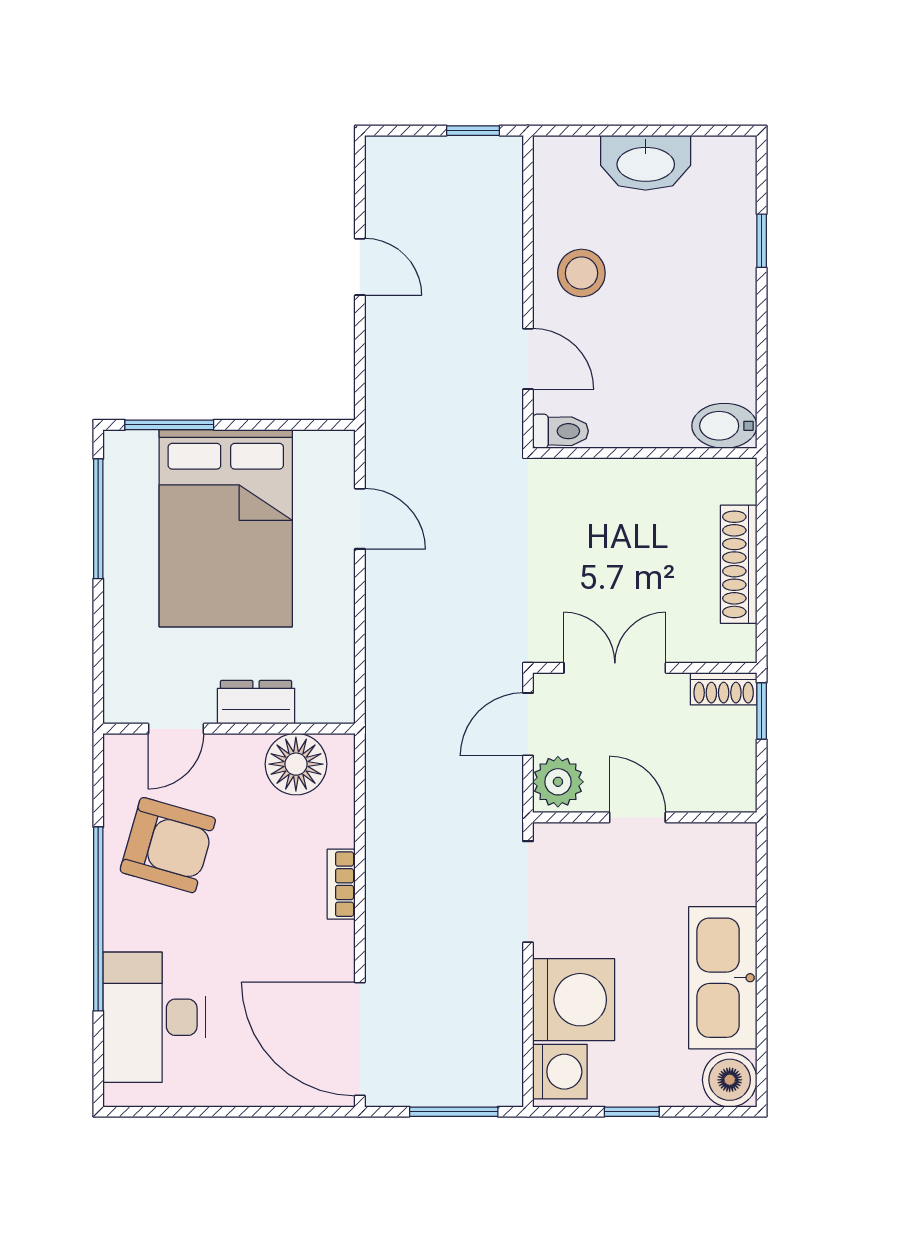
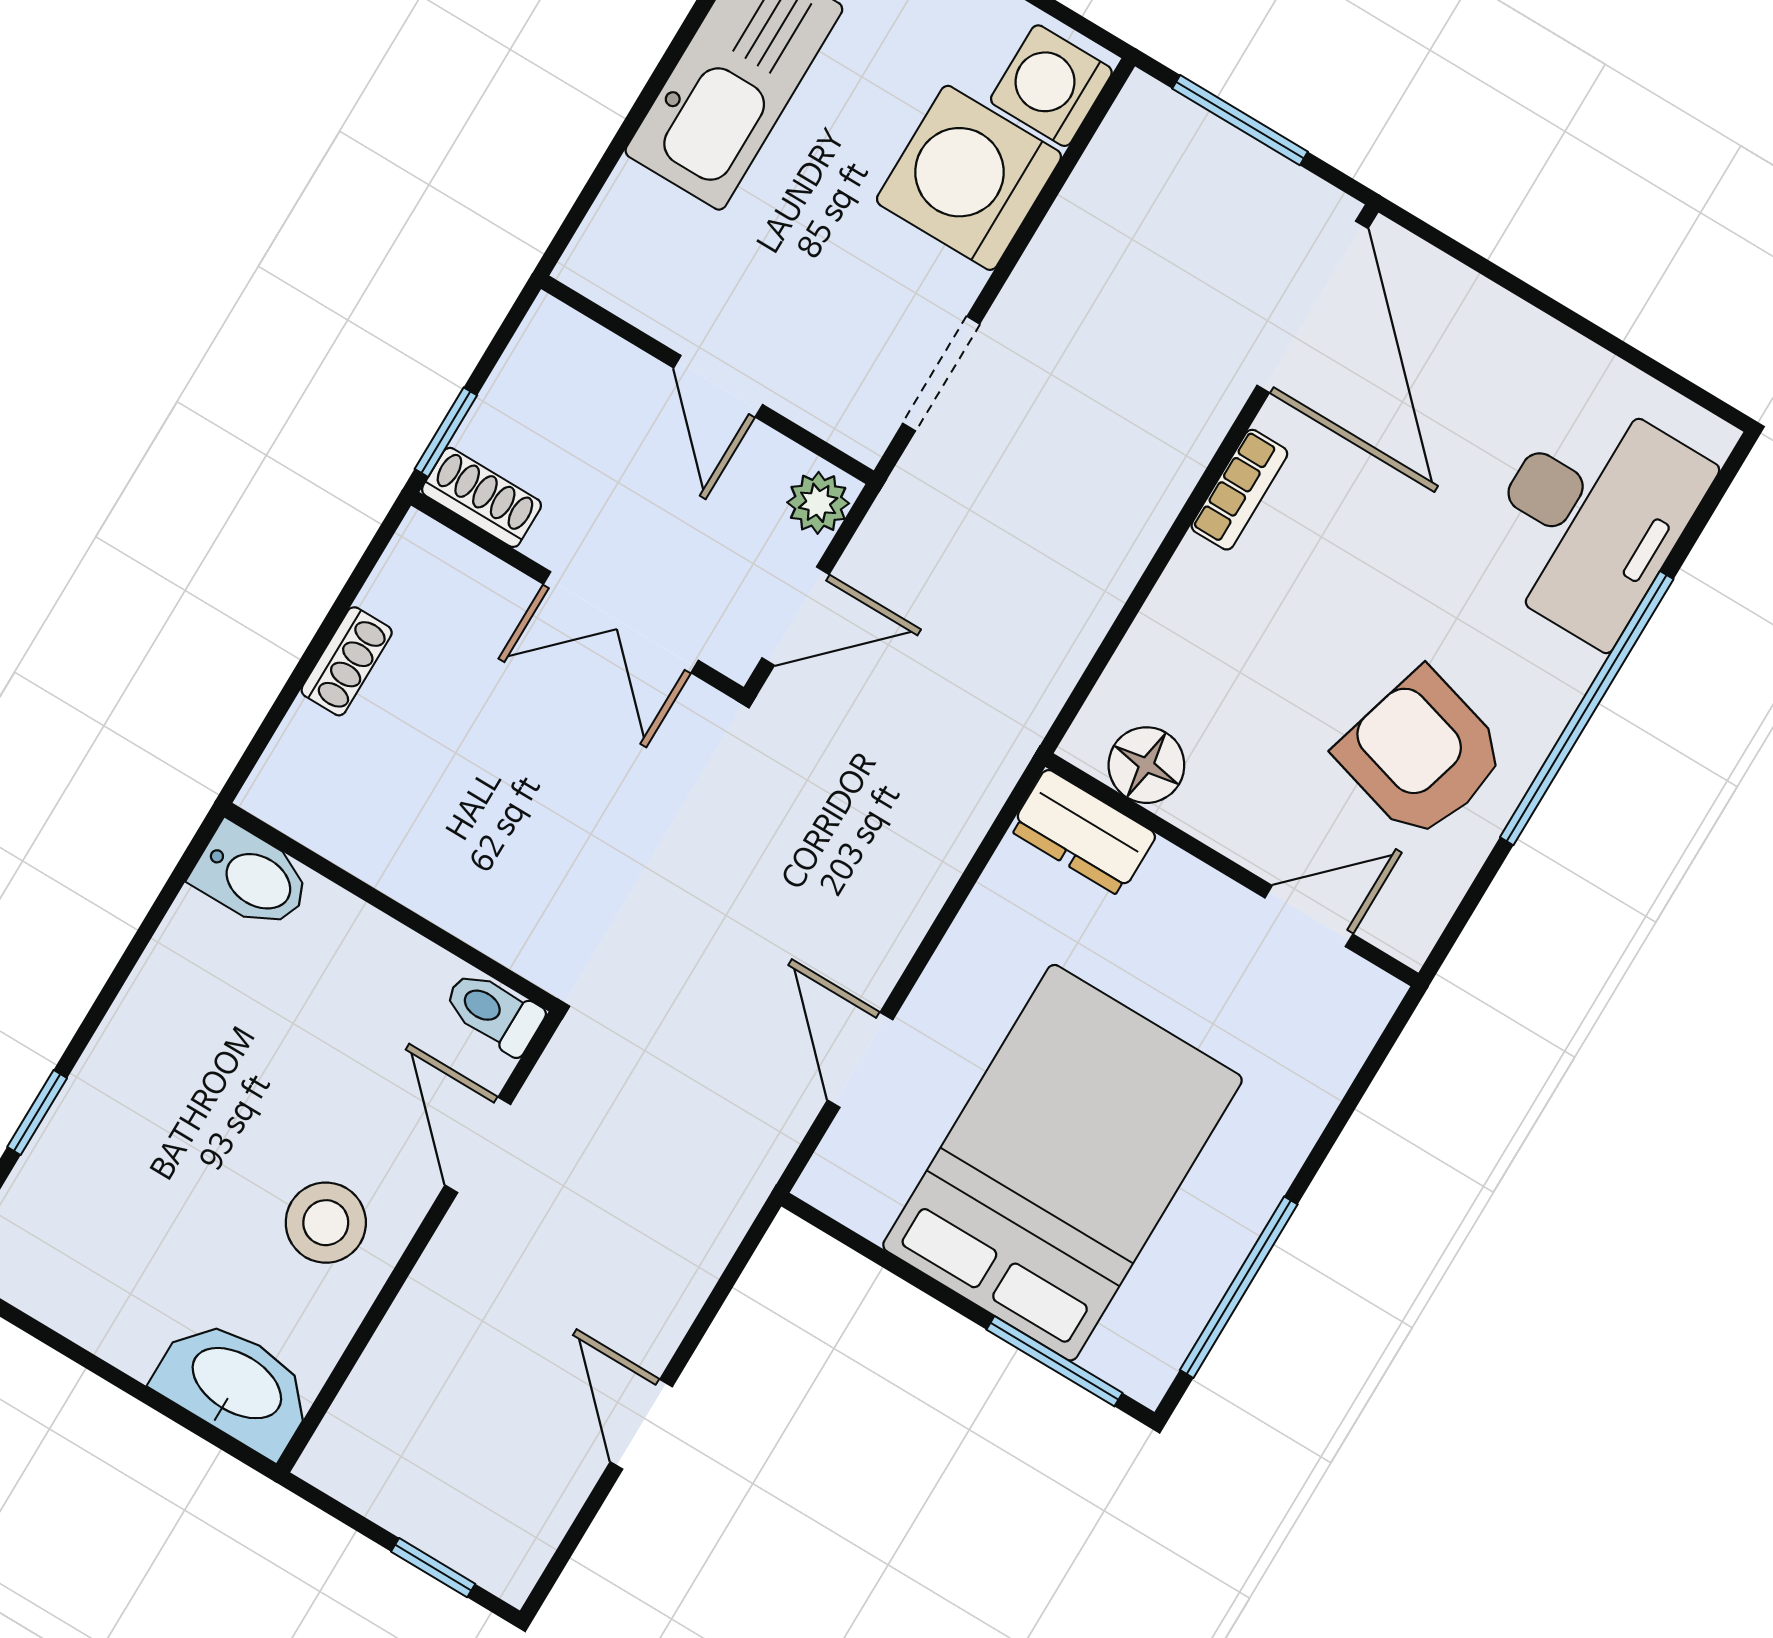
window: (473, 131) -> (433, 1568), moved
washbasin: (646, 163) -> (235, 1386), moved
shoe rack: (739, 564) -> (347, 661), width x0.51, depth x0.81
dresser: (256, 702) -> (1083, 832), moved
floor lamp: (296, 764) -> (1146, 765), width x0.73, depth x0.73
plant: (558, 782) -> (818, 503), width x0.73, depth x0.73
bookcase: (341, 884) -> (1239, 490), moved
doorway: (528, 892) -> (941, 374), width x0.73

